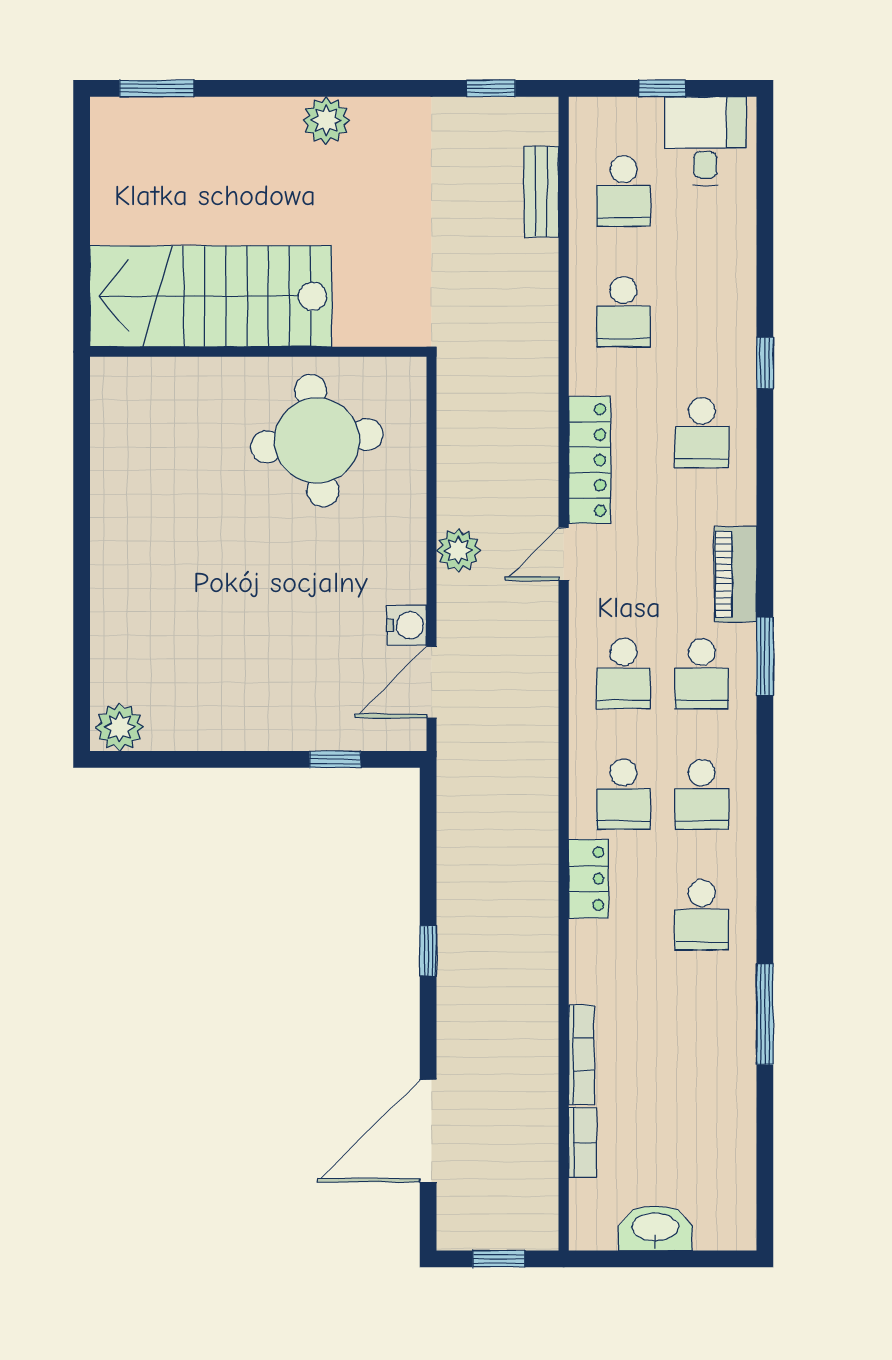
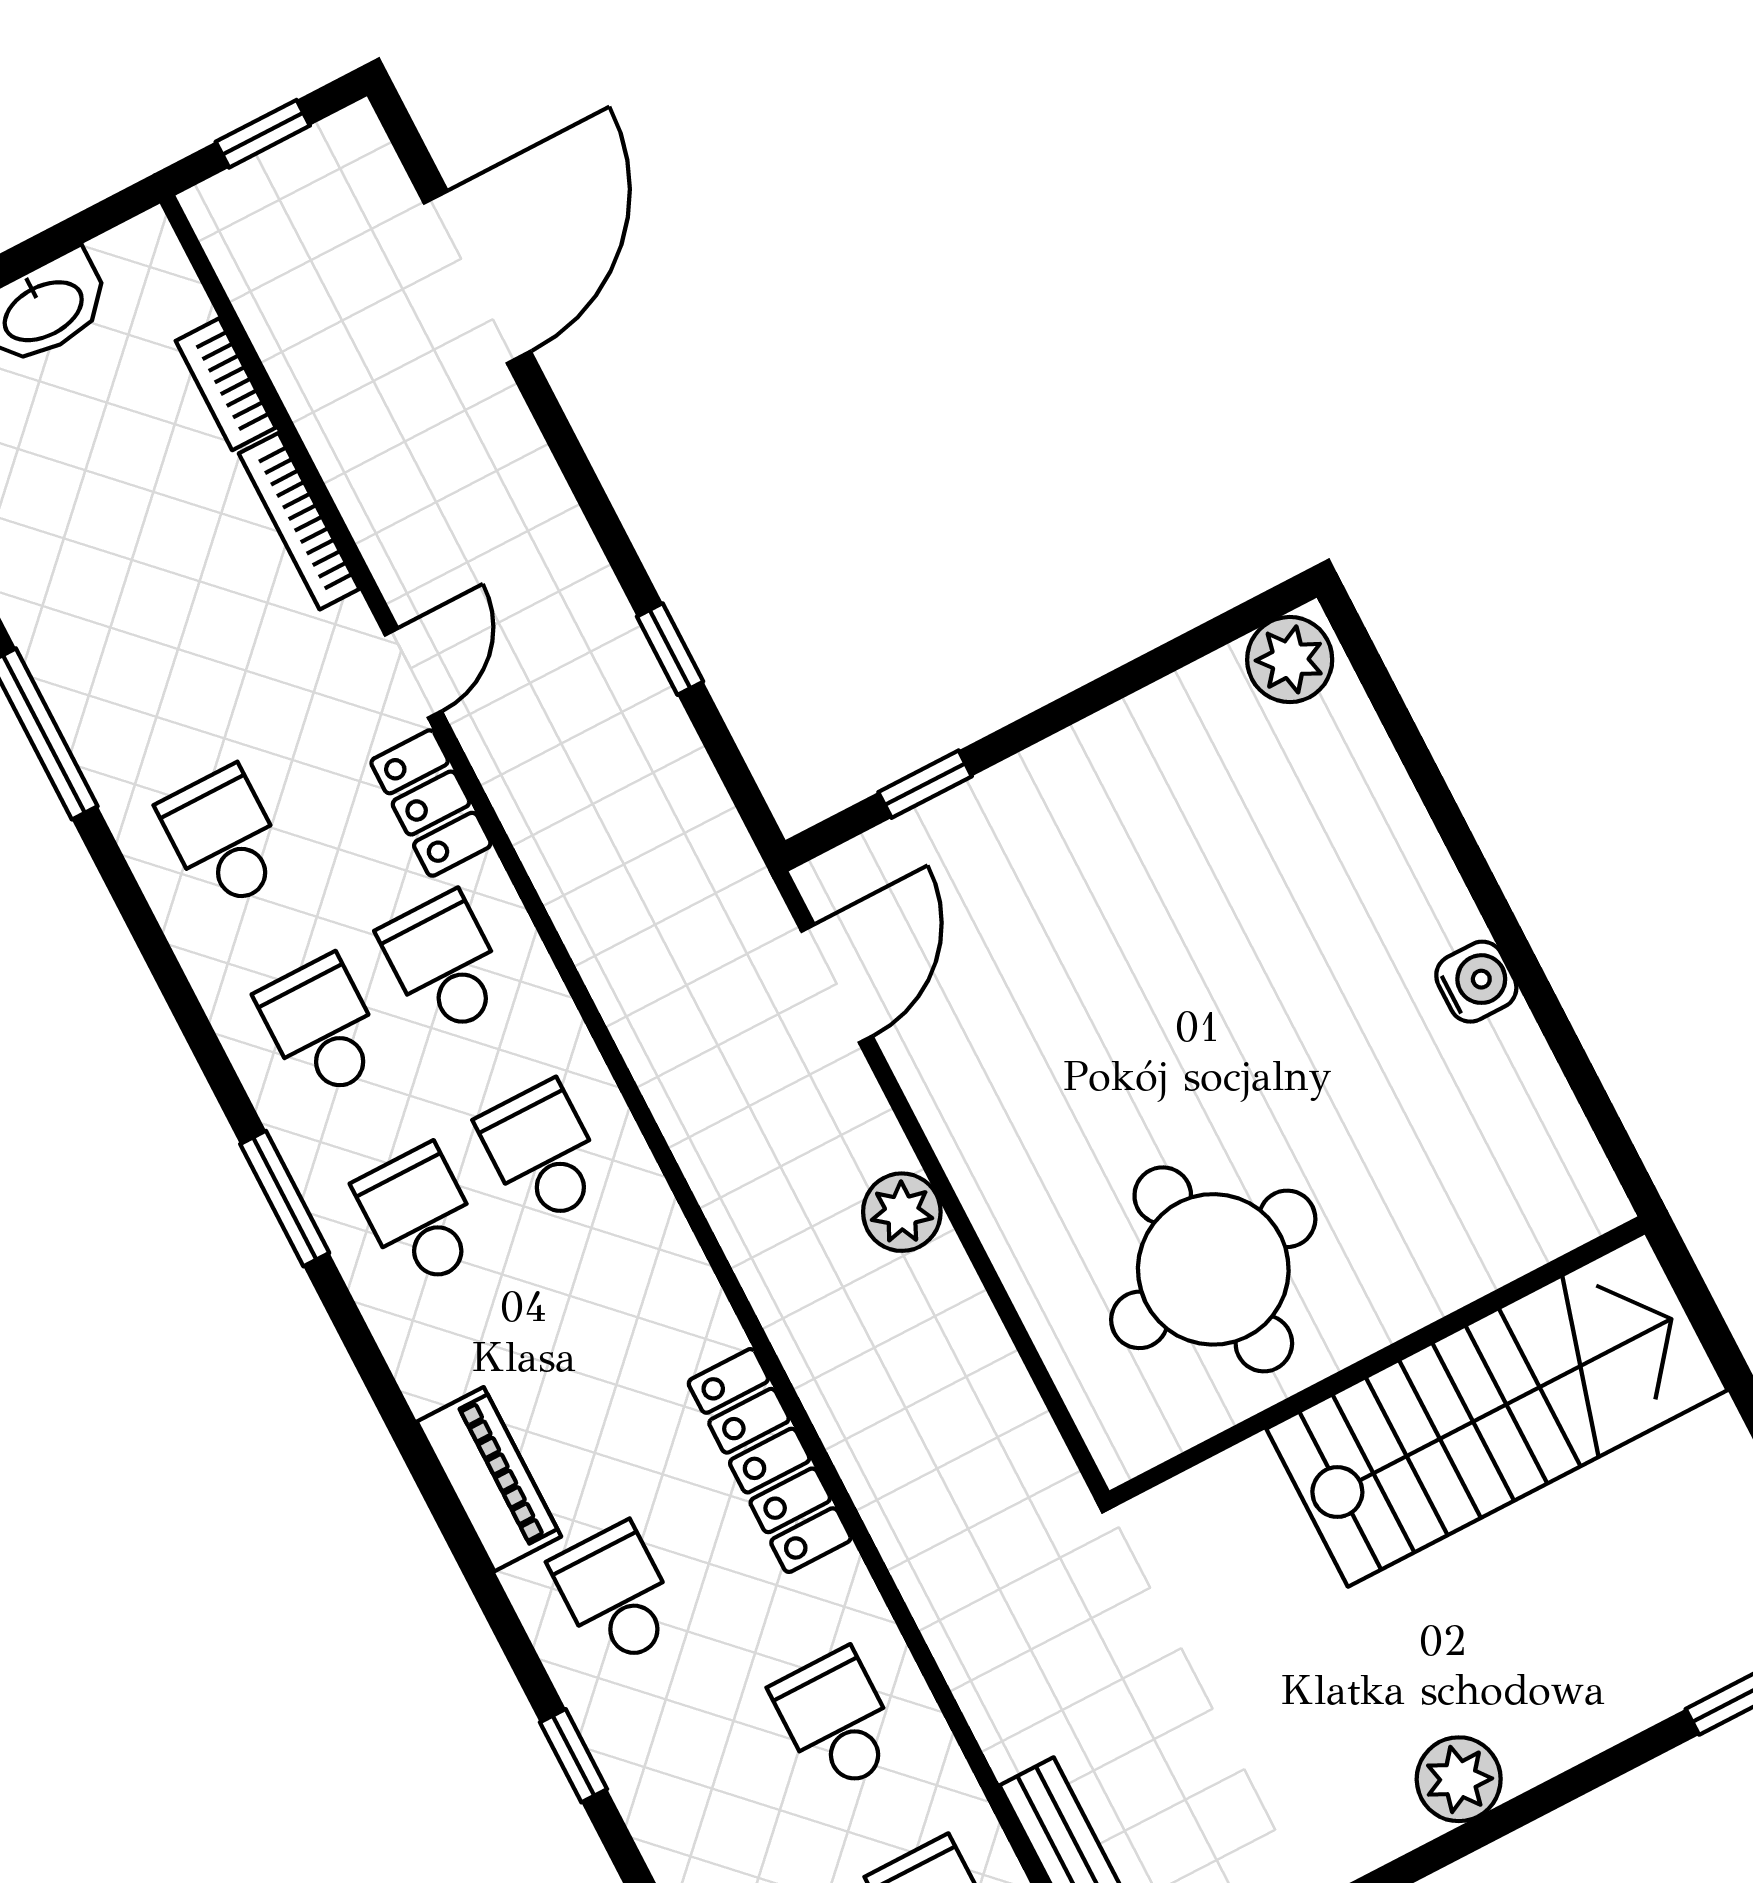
door: (564, 554) -> (413, 673), moved
piano: (735, 574) -> (489, 1479), moved
water cooler: (407, 625) -> (1476, 982), moved, turned 180
window: (765, 656) -> (285, 1199), moved
window: (428, 951) -> (670, 649), moved

